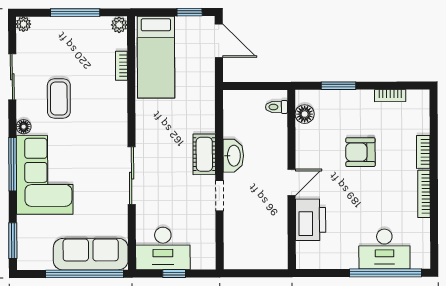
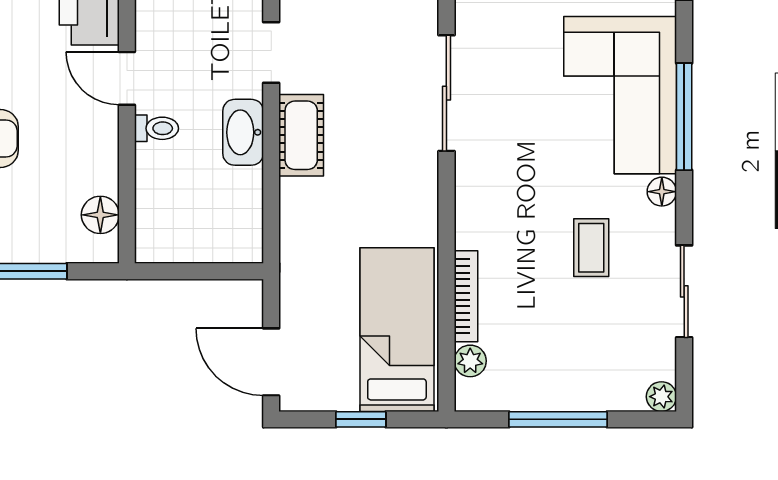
window: (190, 12) -> (361, 419), moved
plant: (119, 25) -> (470, 361), moved
bookcase: (121, 66) -> (466, 296), width x1.56
coffee table: (59, 98) -> (591, 248), width x0.73, depth x0.77
toilet: (276, 107) -> (157, 128), moved
door: (292, 182) -> (127, 78), hinge flipped

